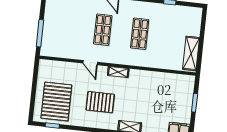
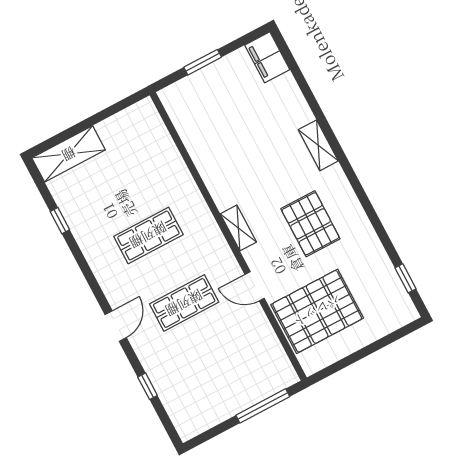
shelving: (191, 53) -> (69, 154), moved
door: (90, 63) -> (255, 286), swing flipped
pallet: (56, 102) -> (317, 311), moved

